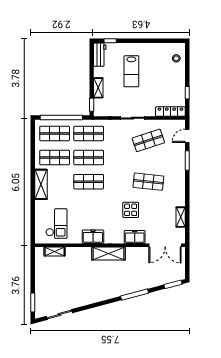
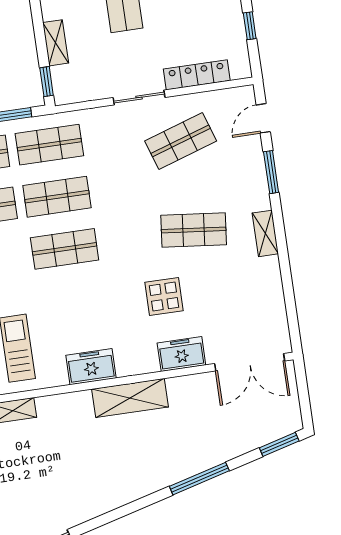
locker: (170, 112) -> (197, 75), moved
shelving: (181, 217) -> (265, 233), moved

